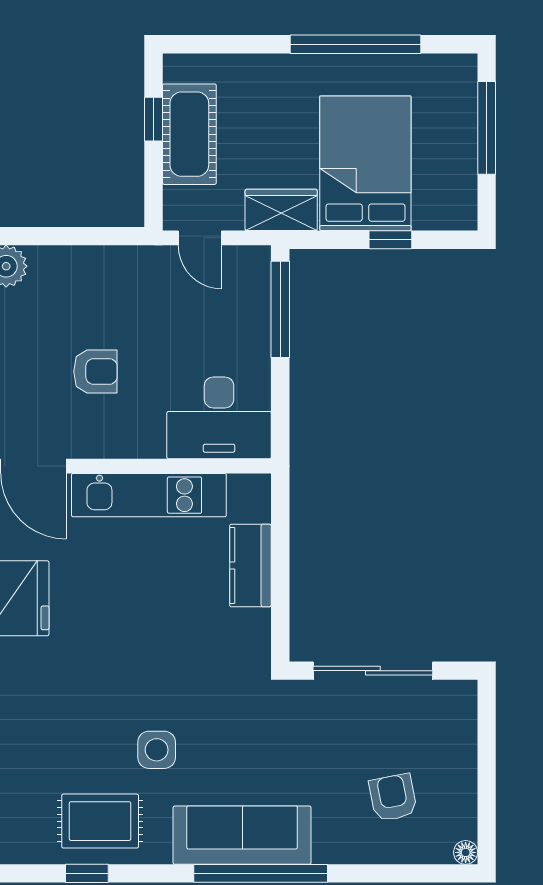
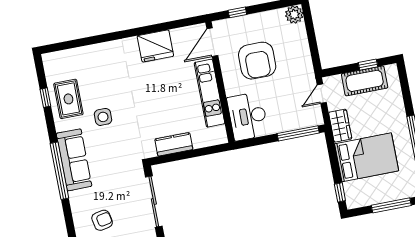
window: (390, 240) -> (340, 192), moved
armchair: (95, 372) -> (257, 61), width x1.88, depth x1.88
kitchen counter: (250, 565) -> (174, 144), moved

